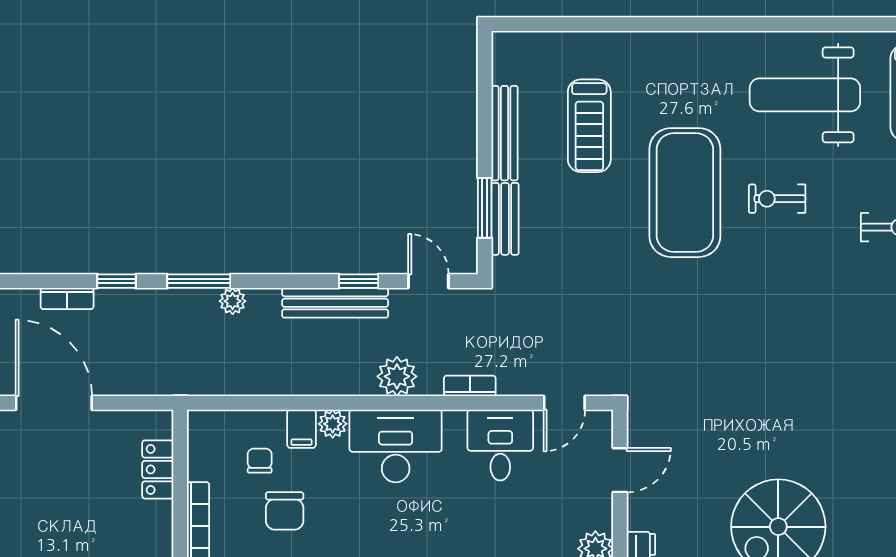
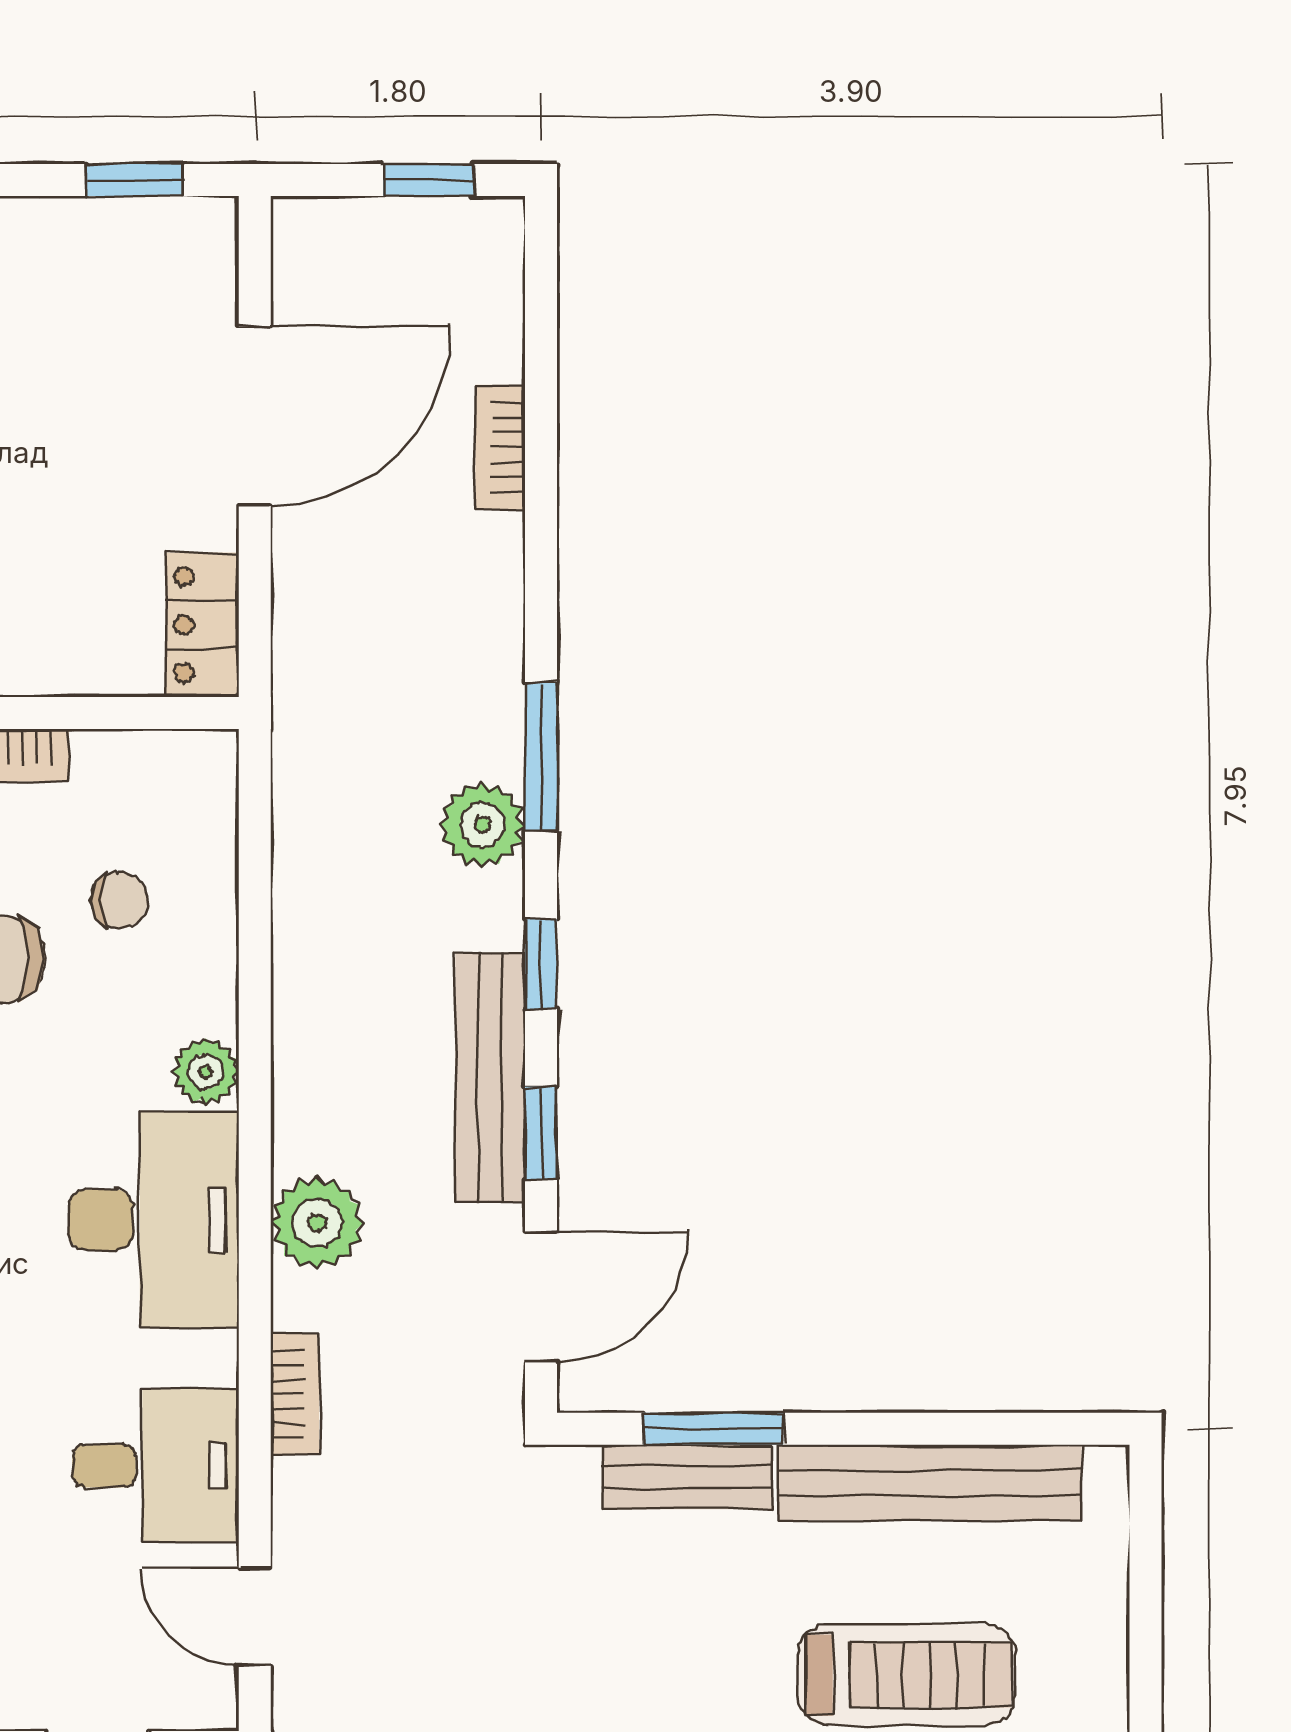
treadmill: (589, 126) -> (907, 1675), turned 180
bench: (505, 133) -> (930, 1482), width x1.37, depth x1.21
window: (117, 281) -> (541, 964), moved
door: (428, 281) -> (541, 1297), width x1.38
plant: (233, 301) -> (483, 825), width x1.38, depth x1.38
filing cabinet: (302, 429) -> (194, 998), removed
locker: (158, 469) -> (202, 625), moved, turned -90

